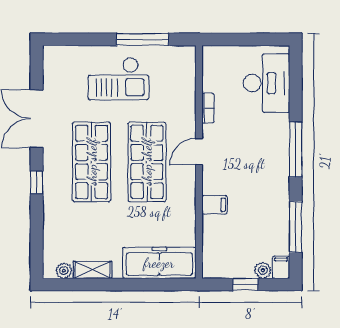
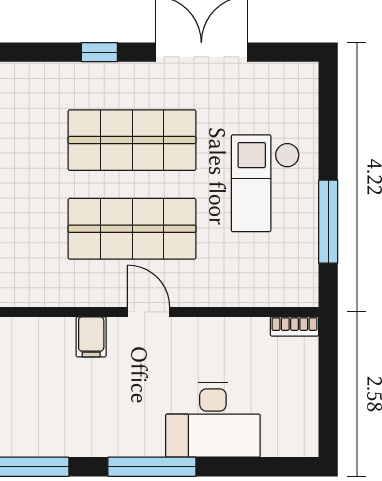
desk: (266, 83) -> (213, 420), moved
bookcase: (208, 108) -> (295, 326), moved
filing cabinet: (214, 205) -> (91, 337), moved

